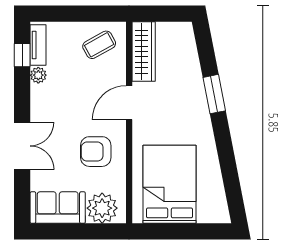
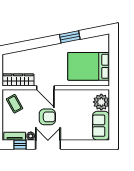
window: (214, 94) -> (70, 37), moved
double door: (22, 146) -> (48, 145), moved
armchair: (96, 152) -> (47, 117), moved, turned -90

